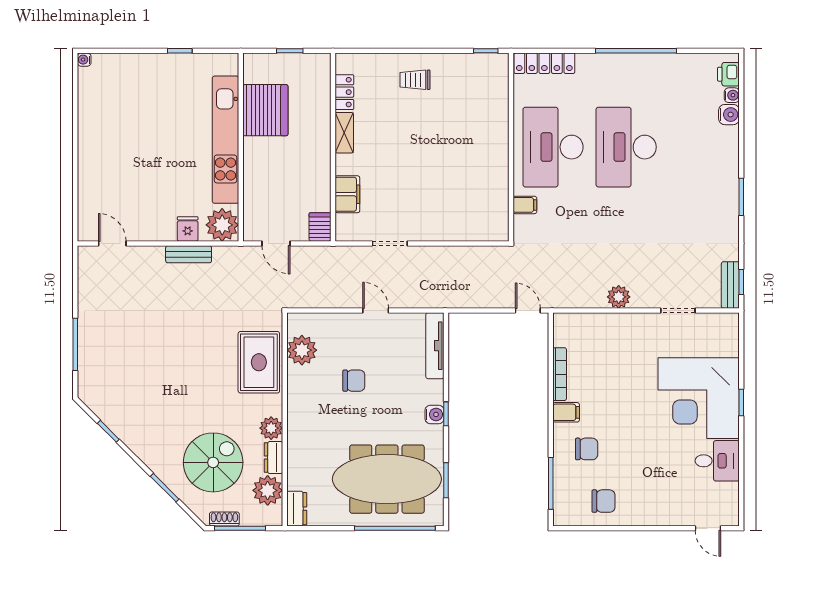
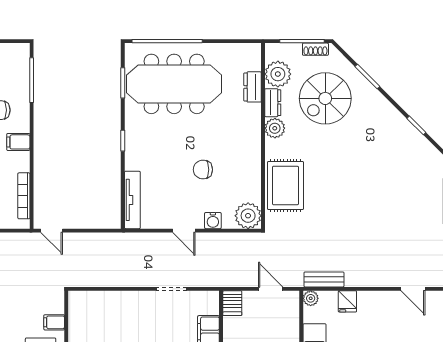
plant: (222, 225) -> (311, 298), width x0.53, depth x0.53
bench: (189, 254) -> (324, 279), moved
plant: (302, 350) -> (248, 216), moved
bookcase: (560, 374) -> (24, 196), moved
water cooler: (435, 414) -> (213, 221), moved, turned -90
dresser: (297, 509) -> (253, 87), moved

